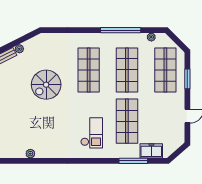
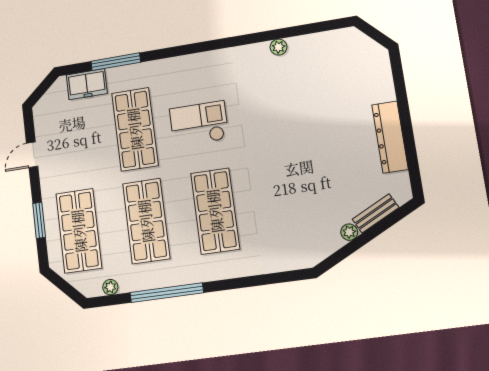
spiral stairs: (46, 85) -> (289, 173), removed
checkout: (92, 133) -> (199, 124), moved, turned 90
plant: (30, 154) -> (279, 47), moved

